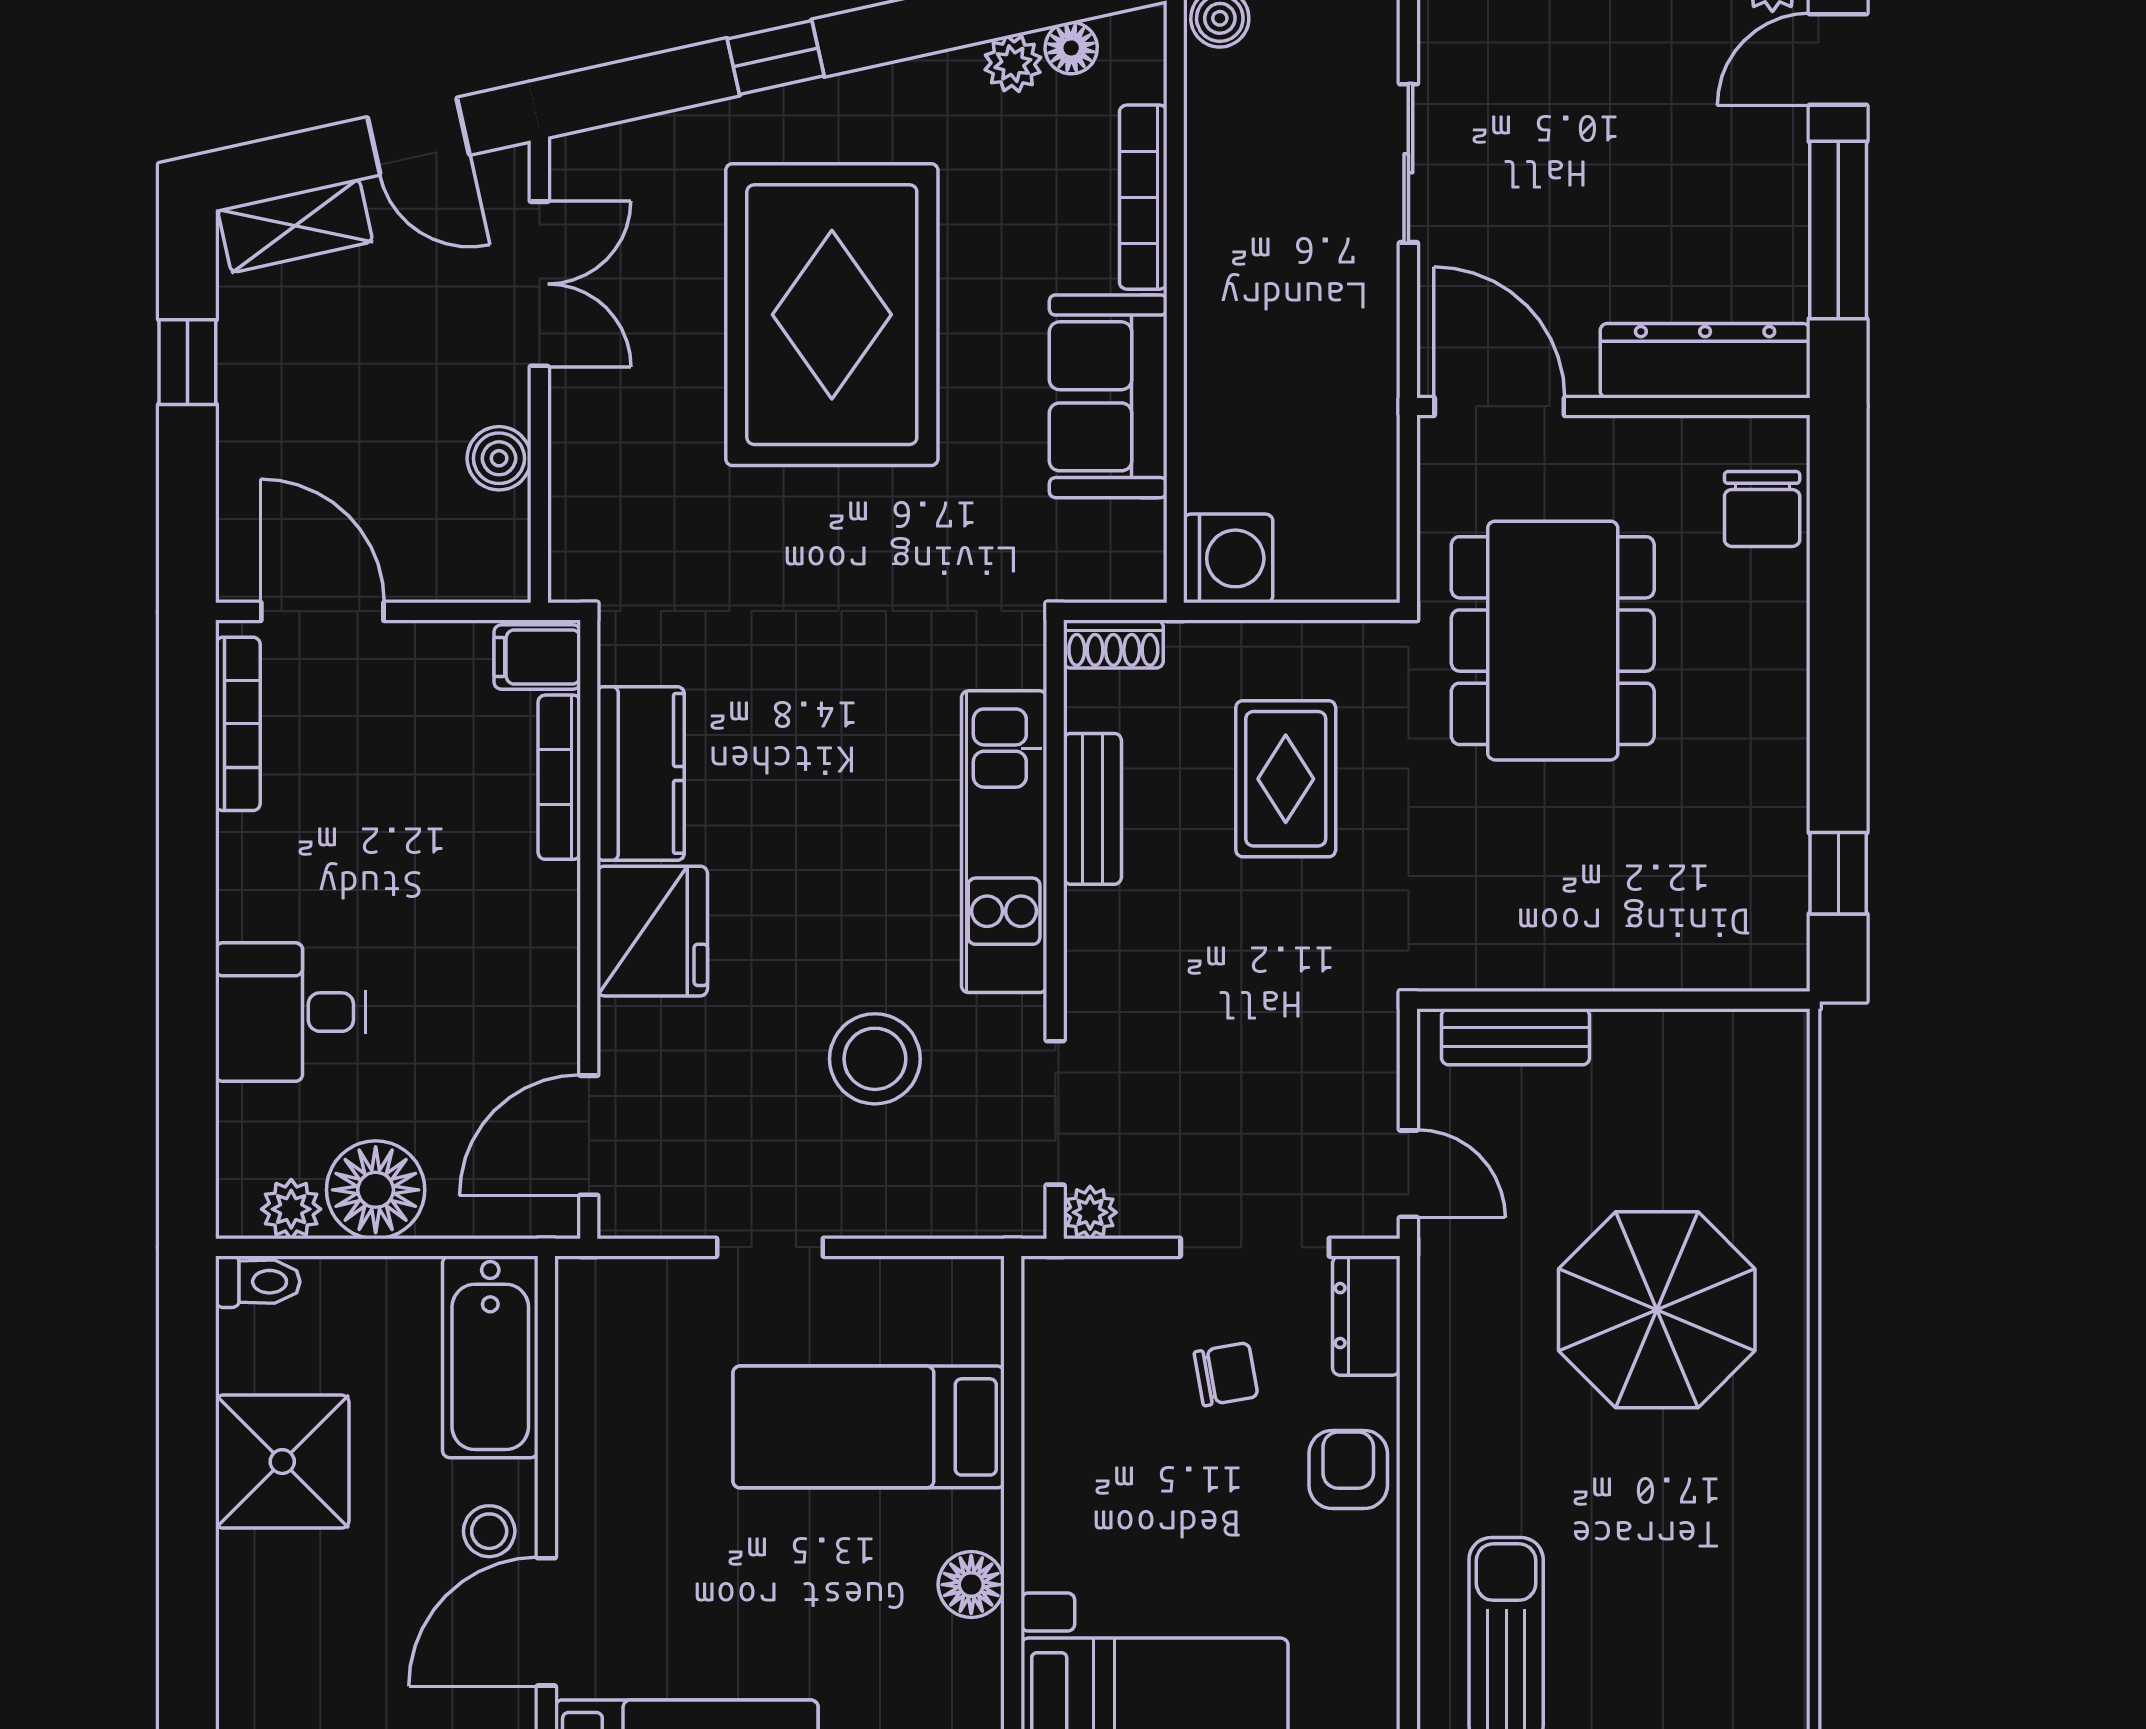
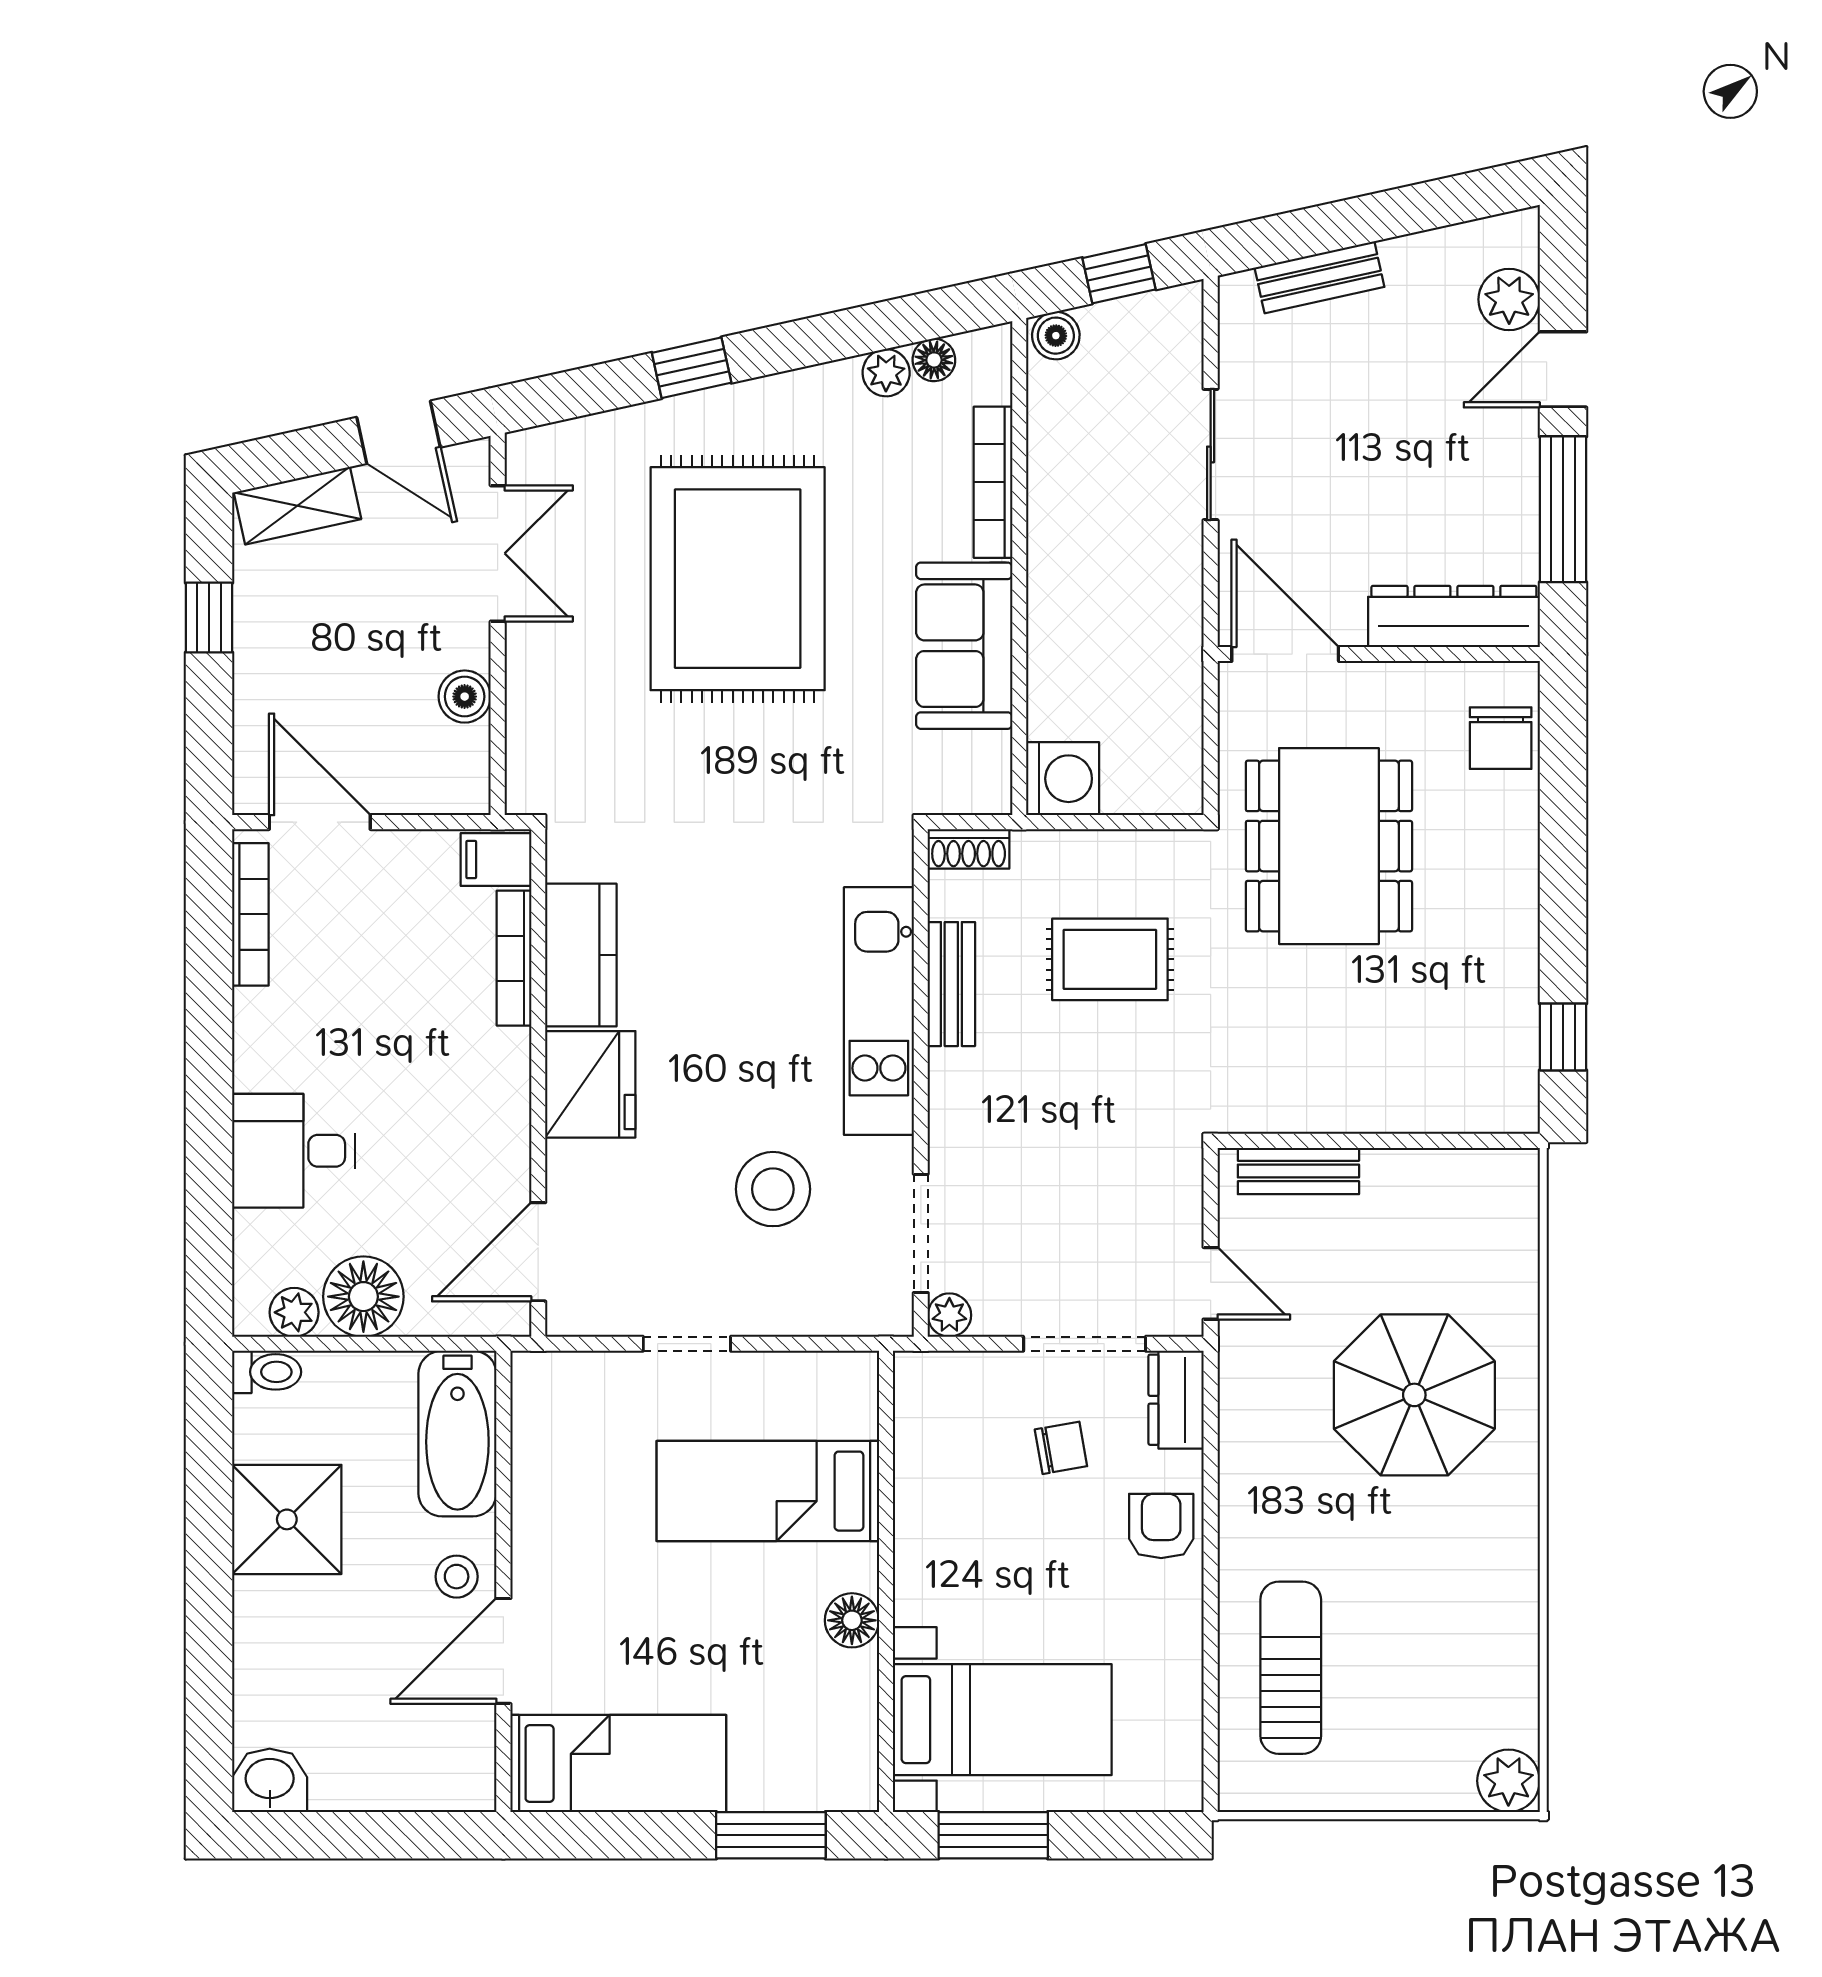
rug: (1286, 779) -> (1110, 959), turned 90

